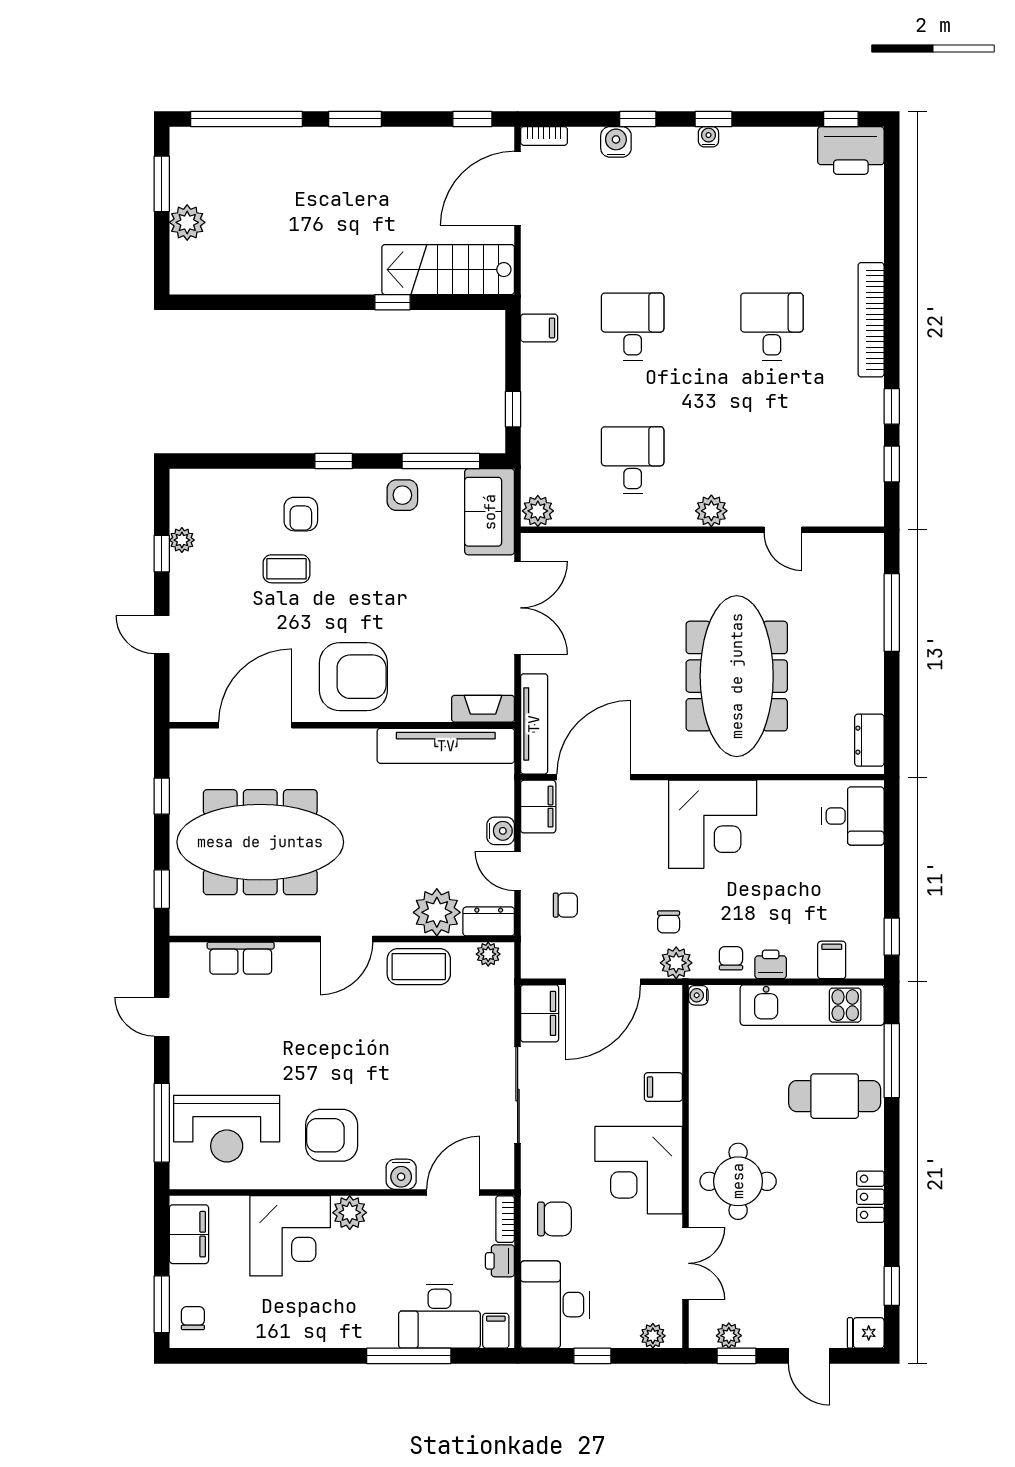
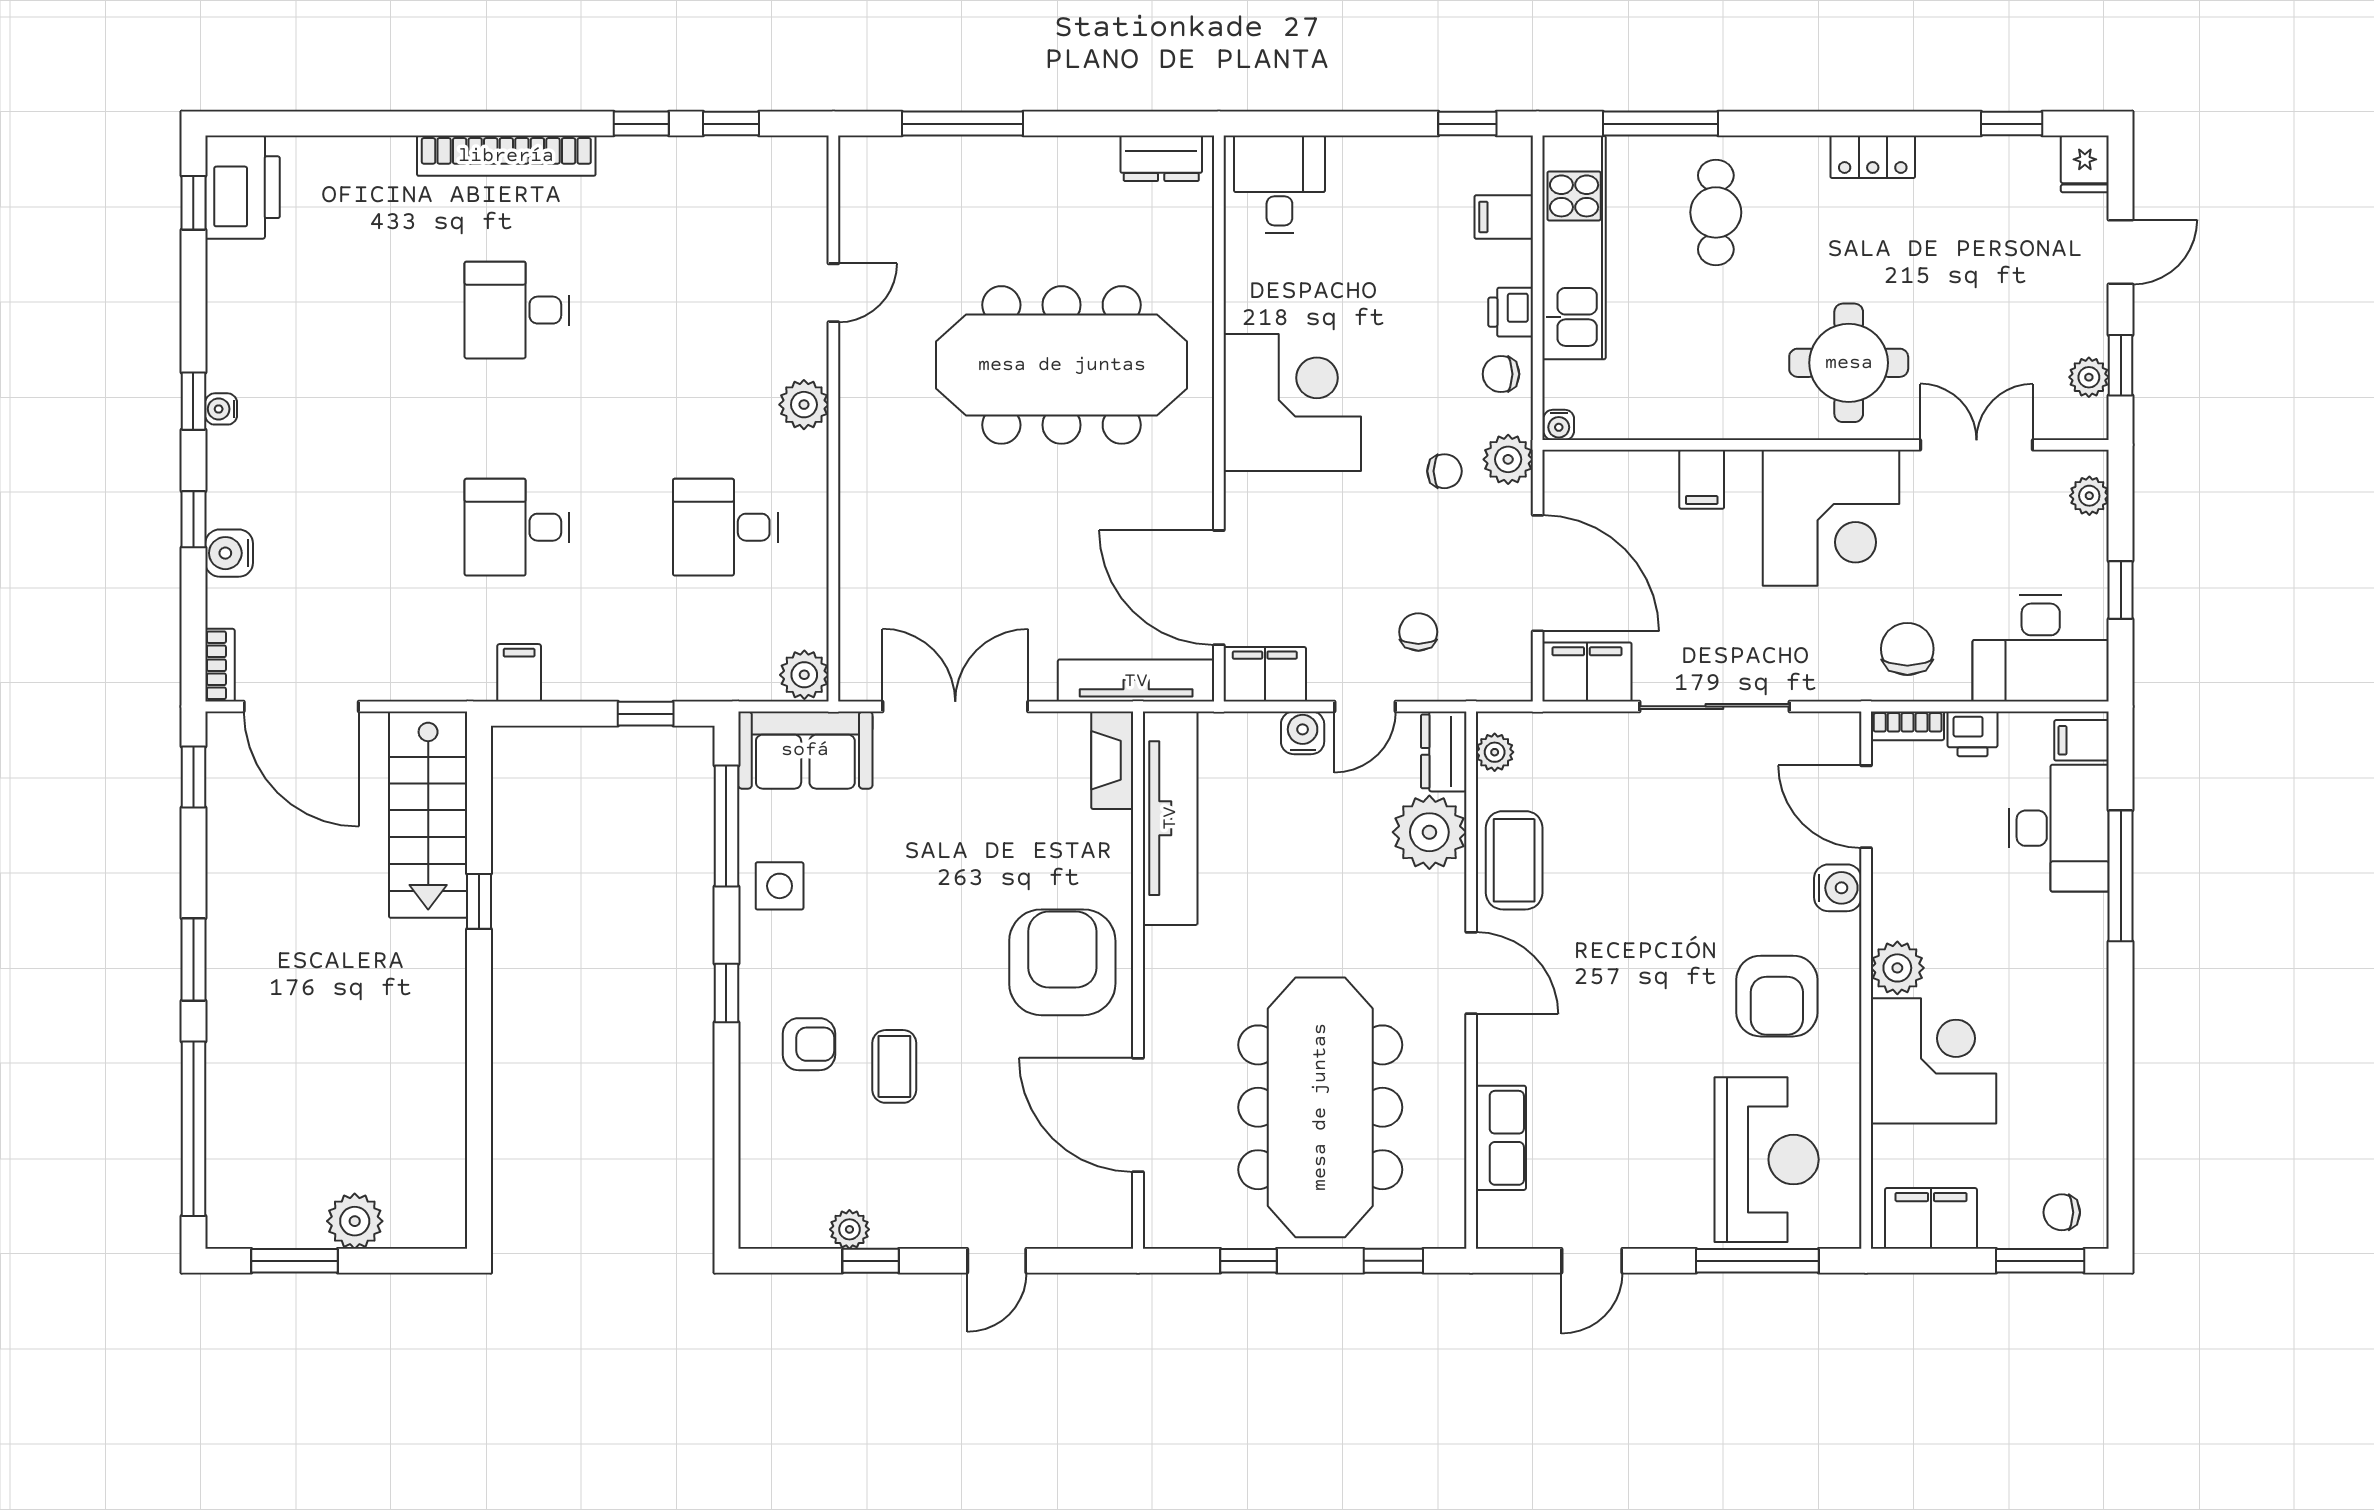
cafe table: (835, 1096) -> (1716, 212), width x0.73, depth x0.74

